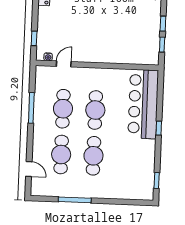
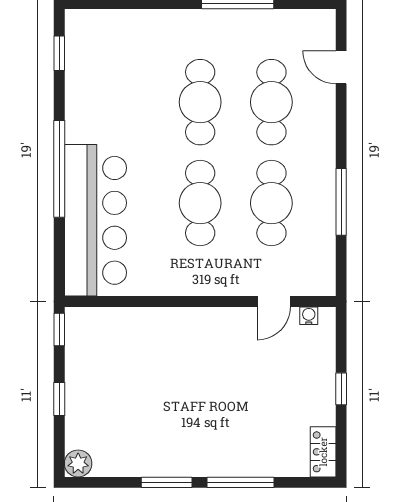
window: (34, 38) -> (341, 389), moved
window: (162, 45) -> (59, 329), moved
window: (159, 128) -> (59, 169), width x3.17

